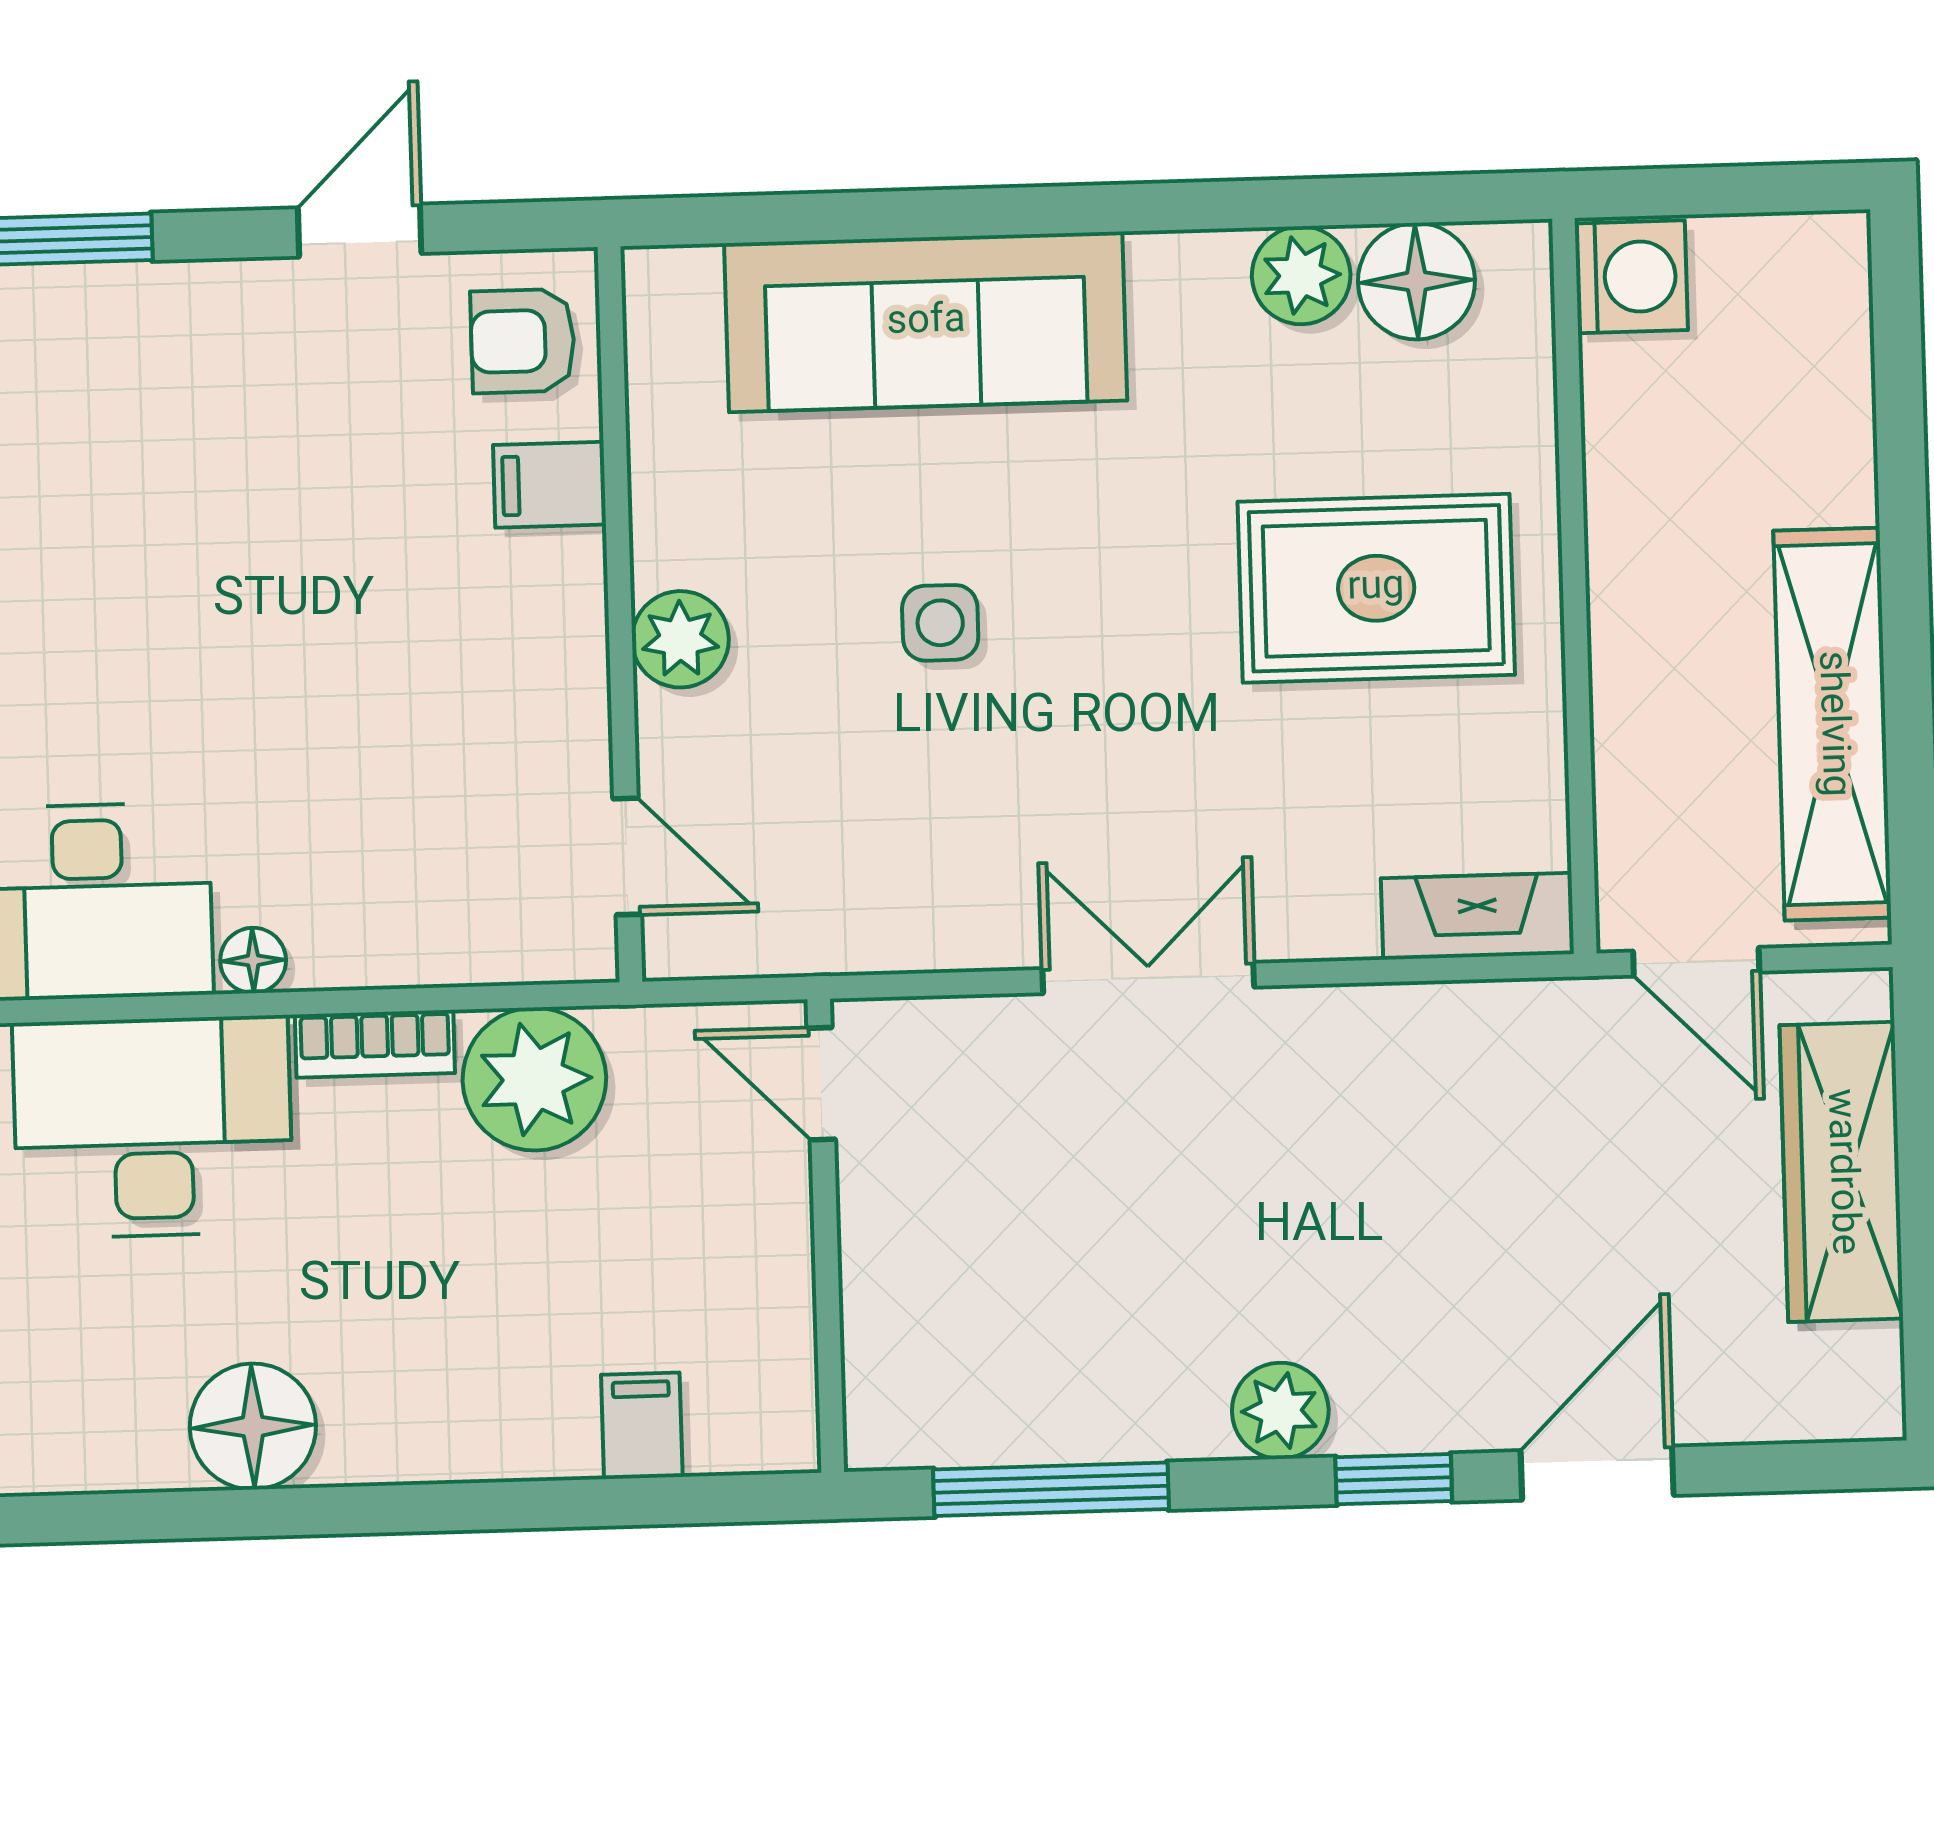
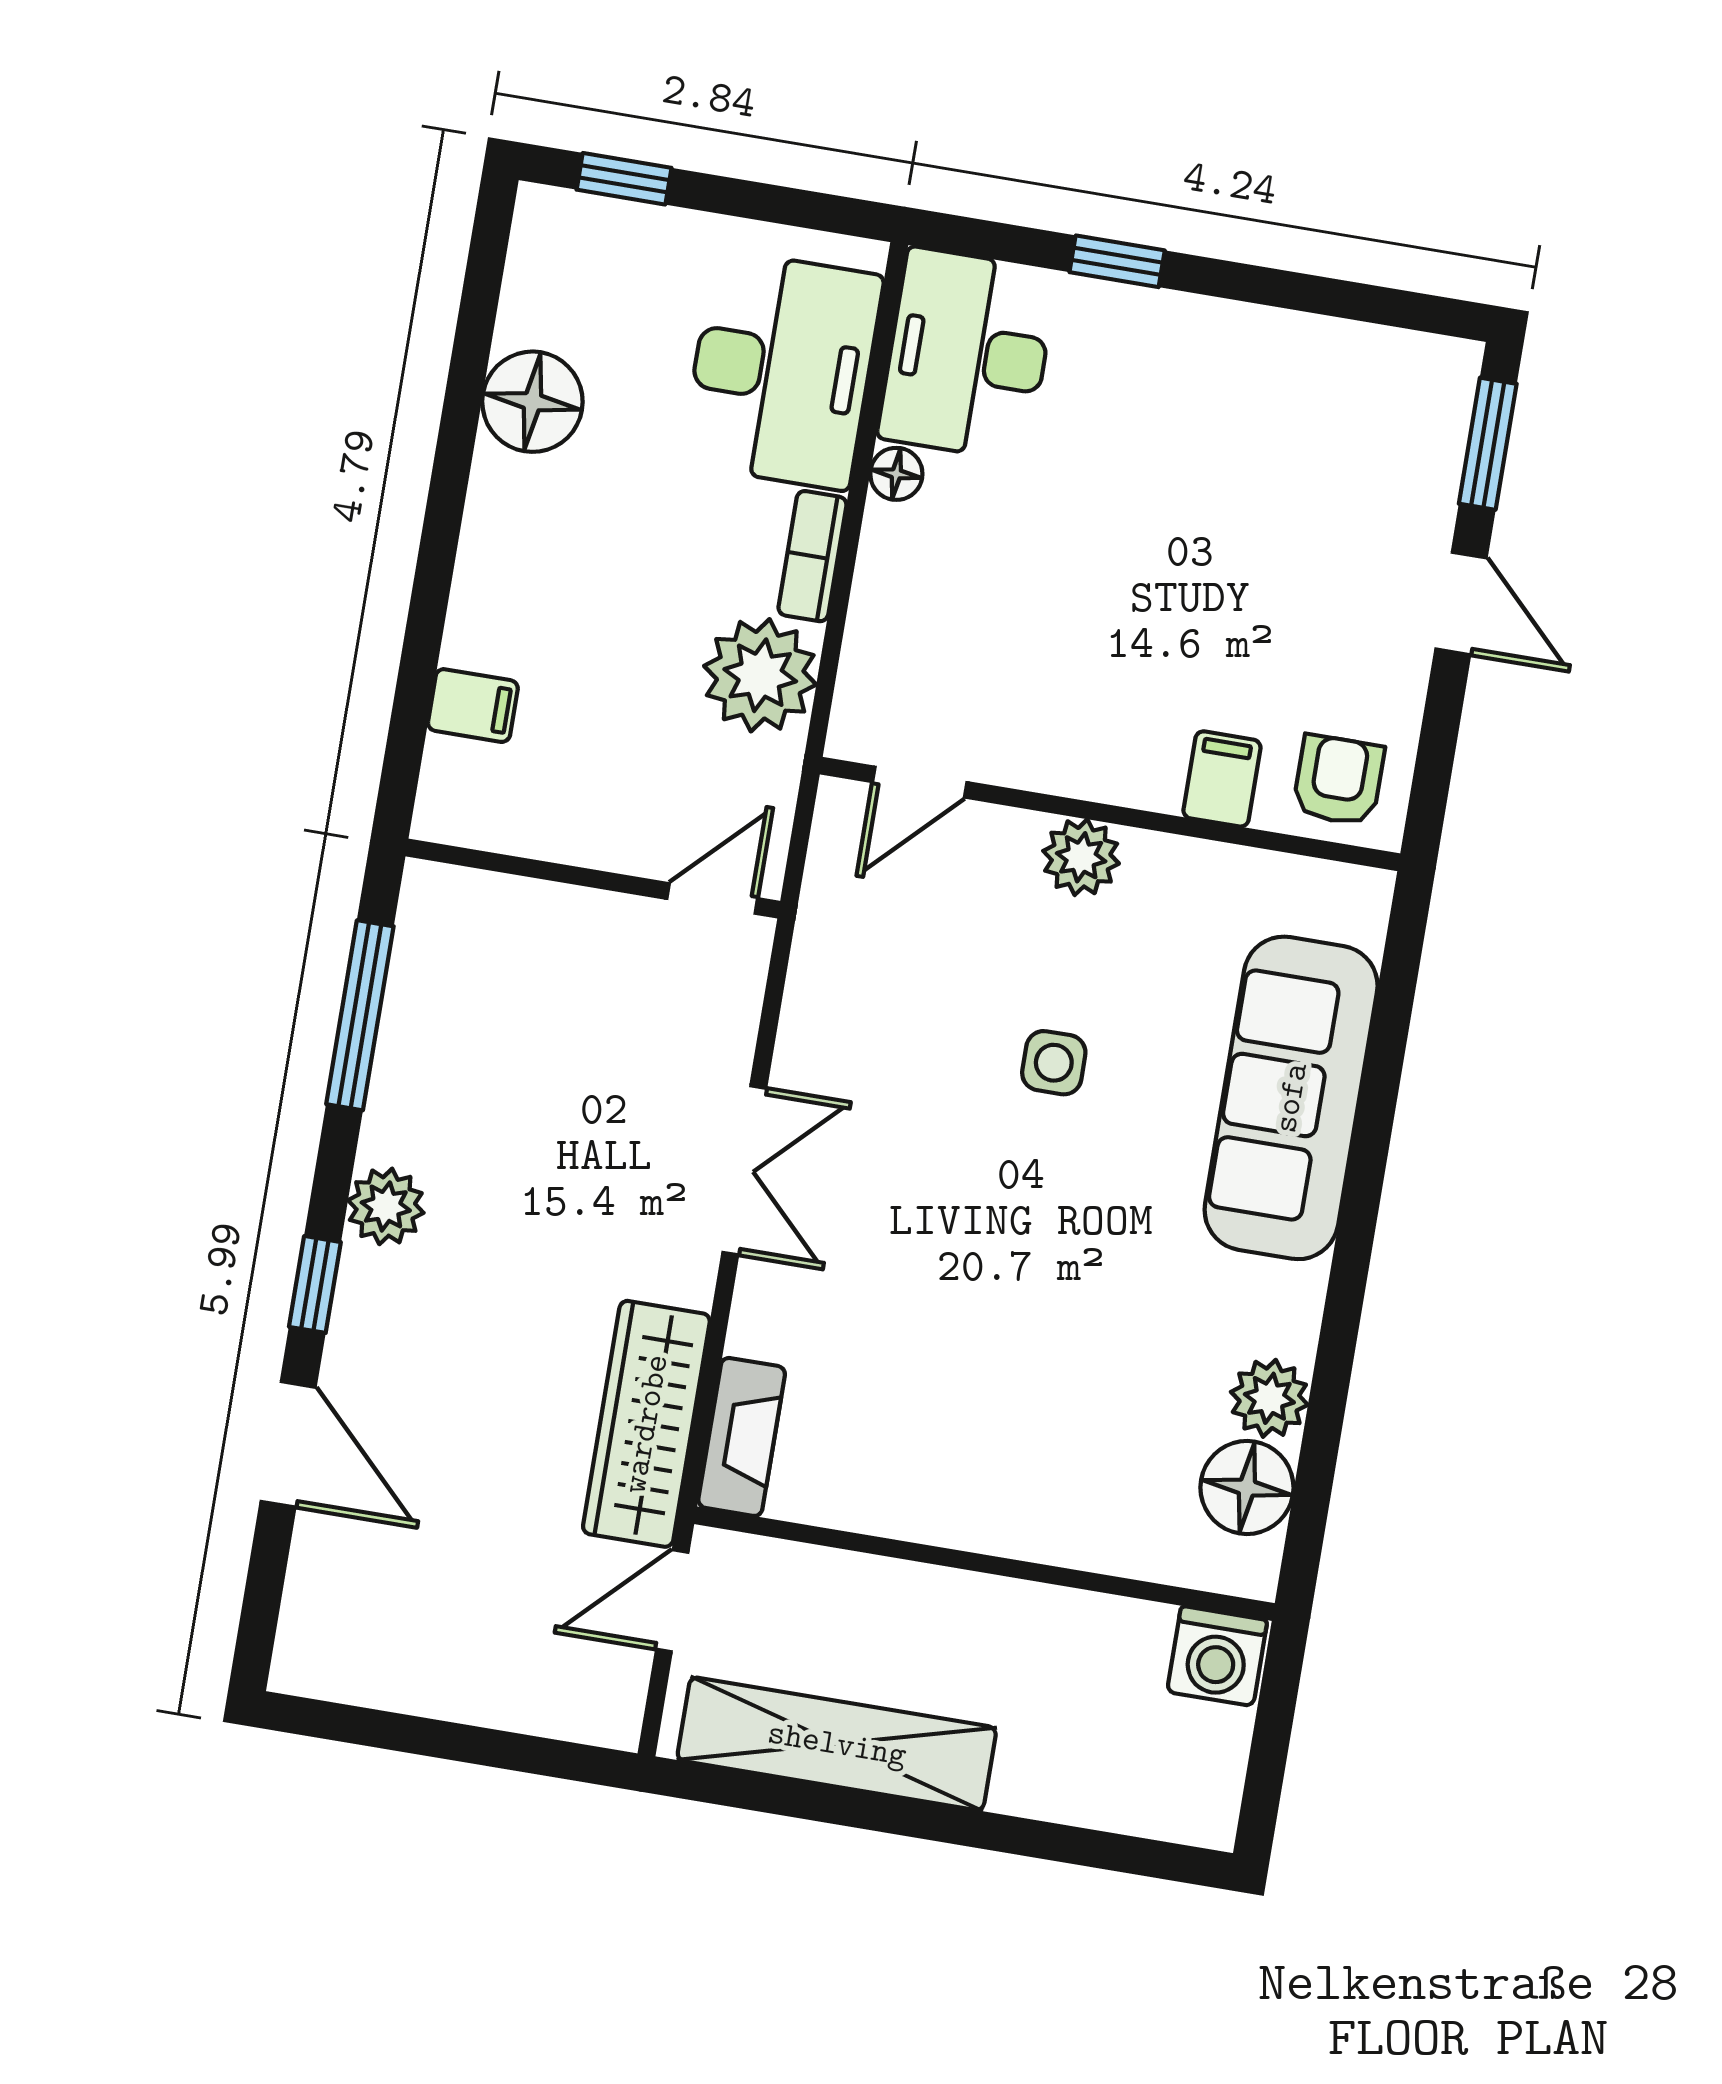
door: (360, 231) -> (1461, 603), moved
rug: (1376, 588) -> (1013, 1409), removed
wardrobe: (1841, 1172) -> (646, 1424), moved, turned -90

